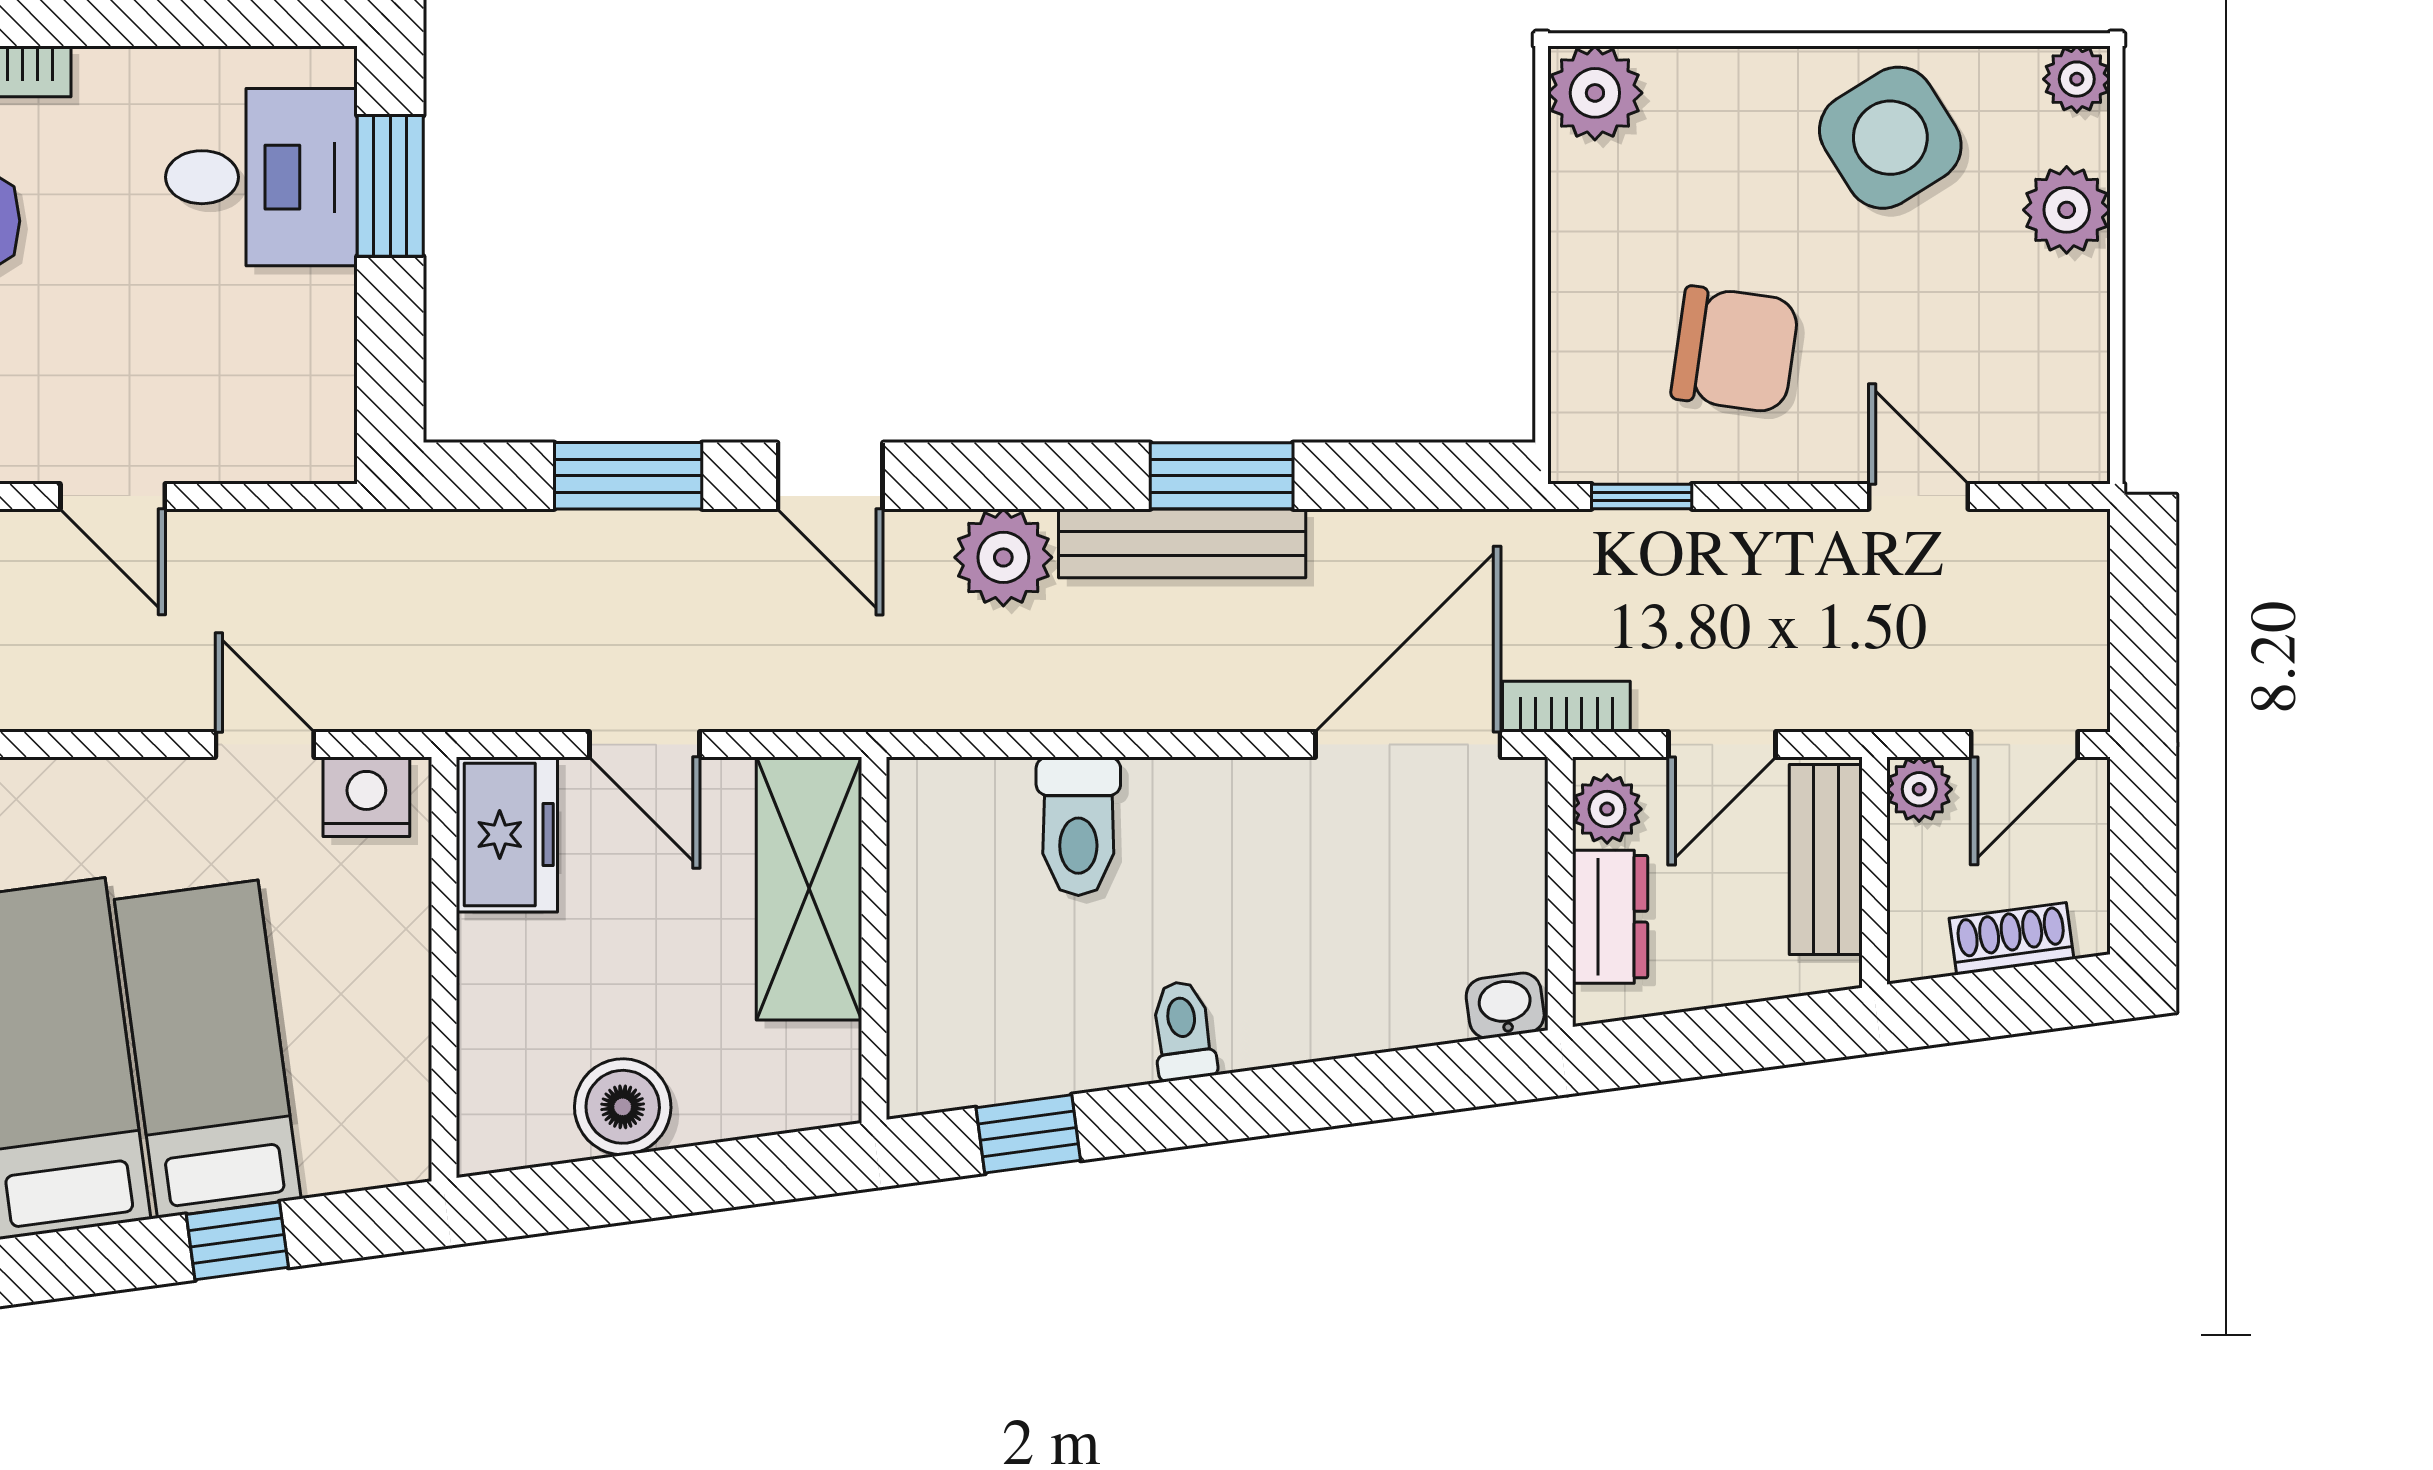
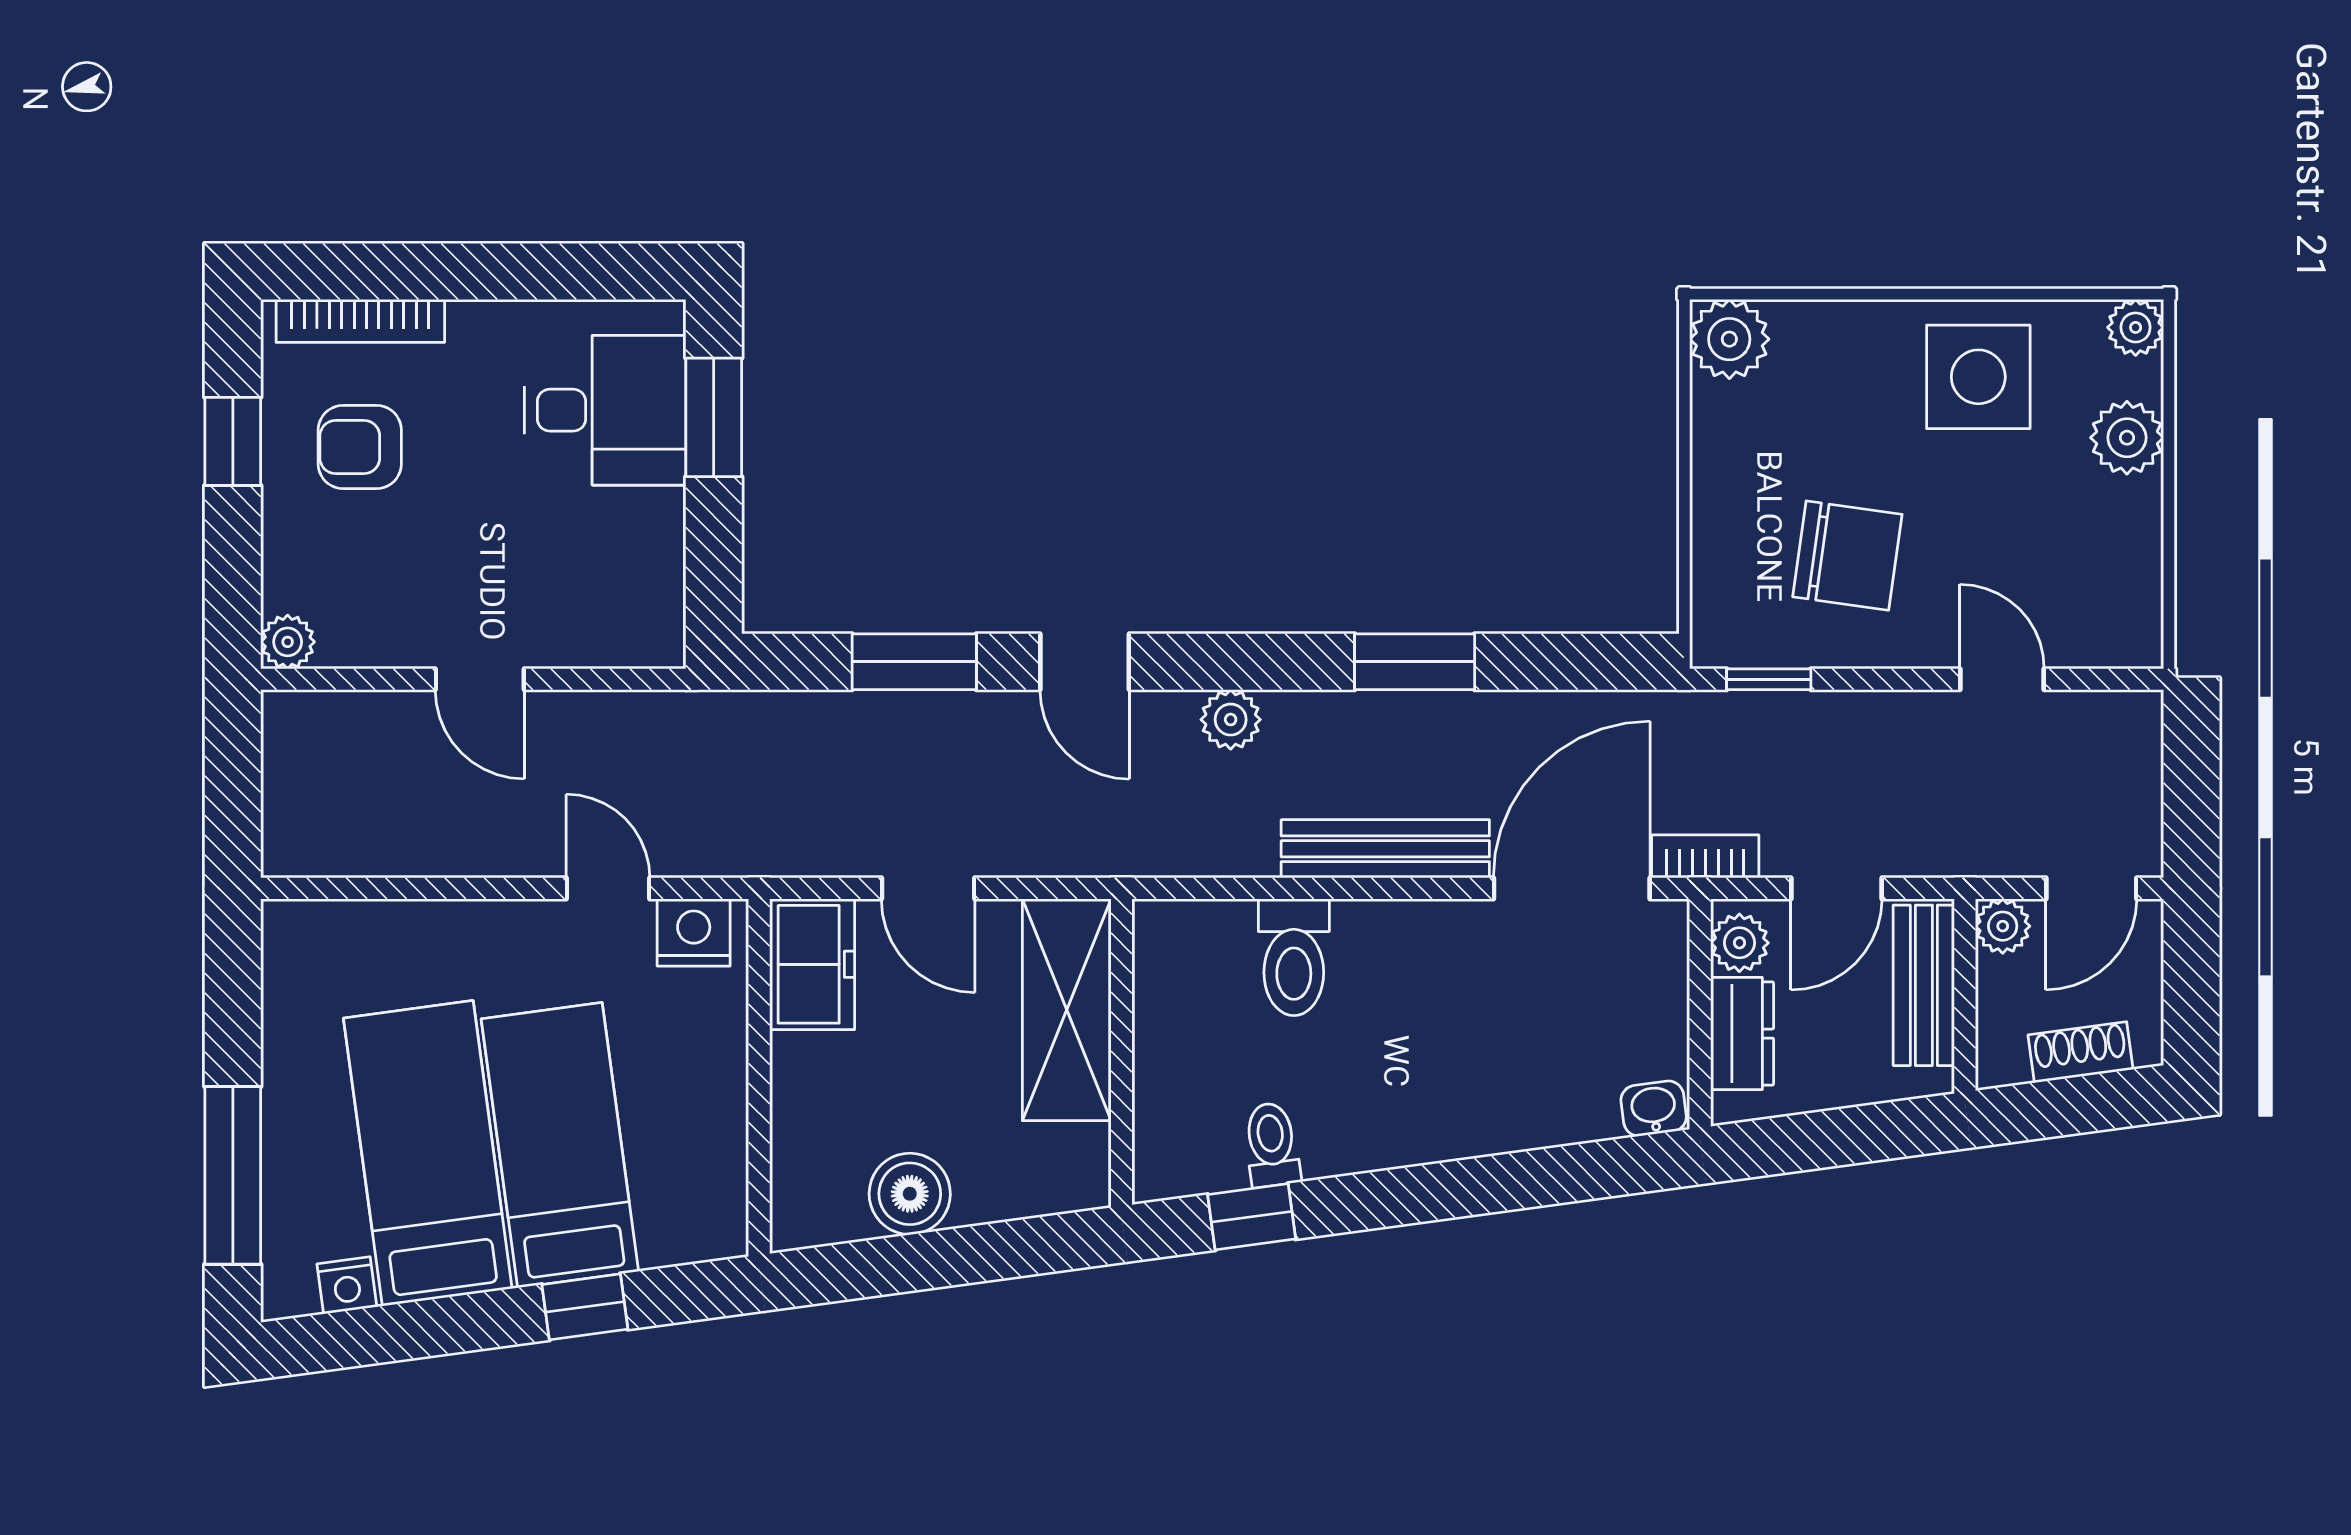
side table: (1890, 138) -> (1978, 377), turned 32
bench: (1182, 543) -> (1385, 849), moved
plant: (1003, 557) -> (1231, 720), width x0.73, depth x0.73
toilet: (1183, 1031) -> (1272, 1145), moved

